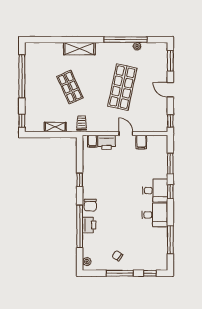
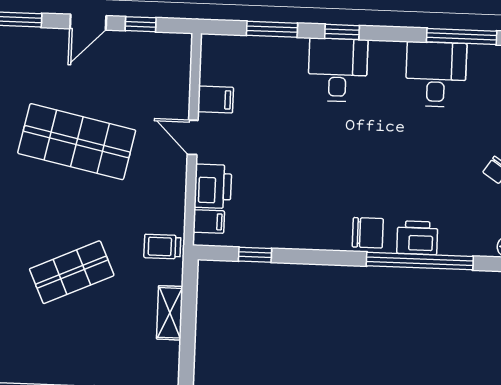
window: (170, 121) -> (141, 24), moved
door: (126, 133) -> (193, 137), hinge flipped
window: (80, 180) -> (255, 255), moved
desk: (155, 215) -> (436, 74), moved

